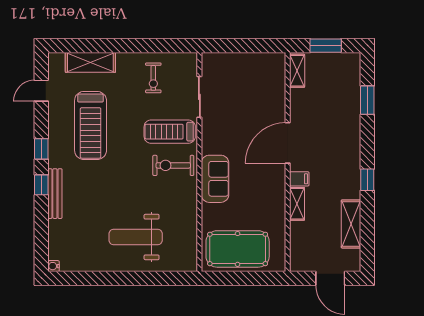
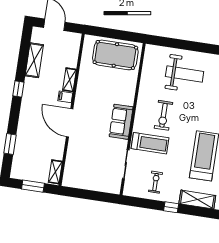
window: (126, 46) -> (171, 207), added
door: (288, 143) -> (70, 123), swing flipped
exercise bike: (173, 165) -> (163, 115), moved, turned 90
sofa: (215, 179) -> (121, 122), moved

